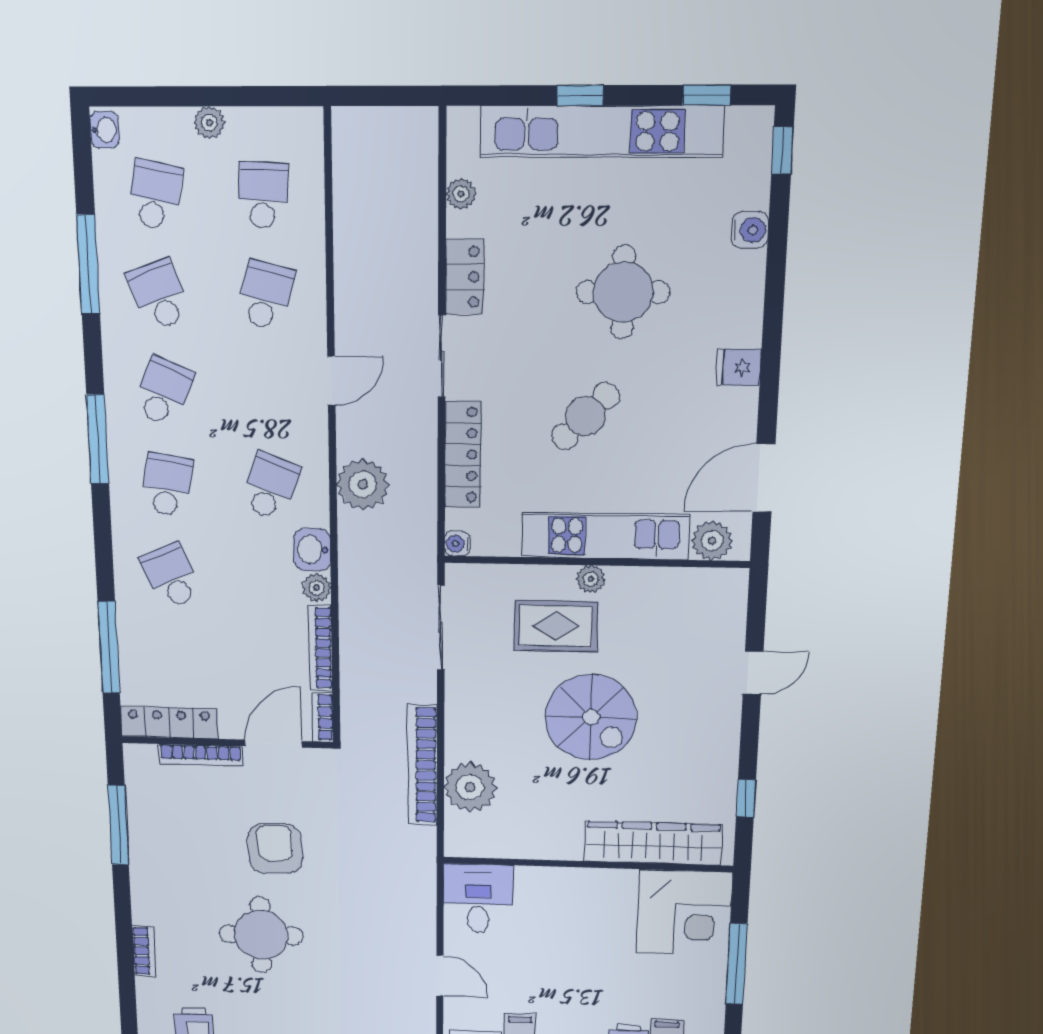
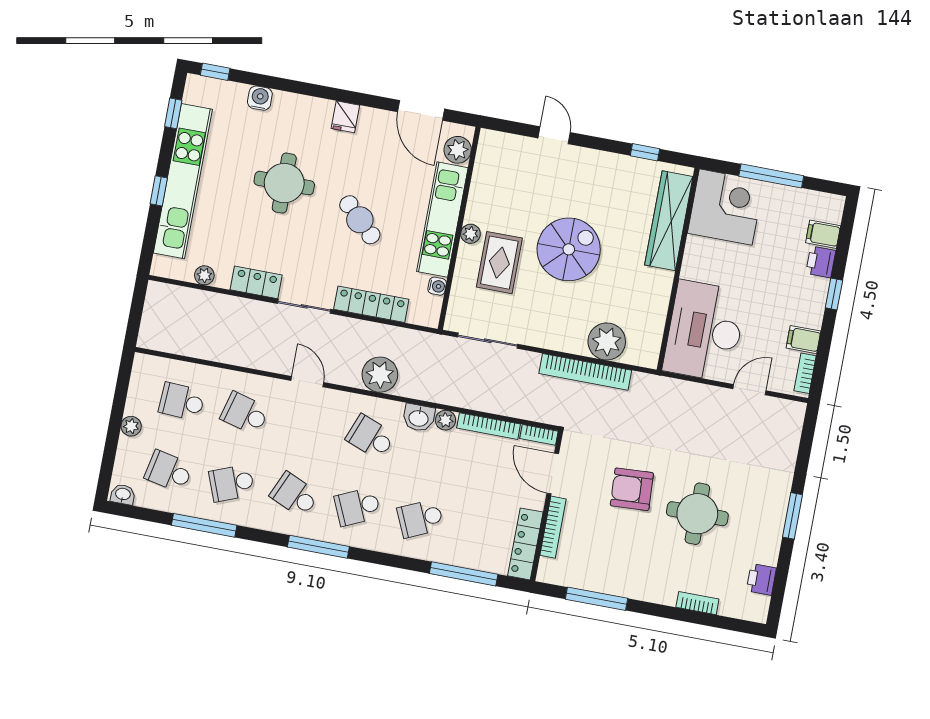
school desk: (167, 485) -> (357, 507), turned -33
water cooler: (457, 544) -> (437, 286), moved, turned -90
desk: (478, 899) -> (705, 331), width x1.87, depth x1.30

